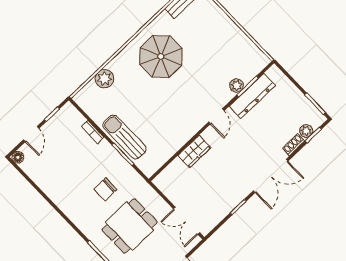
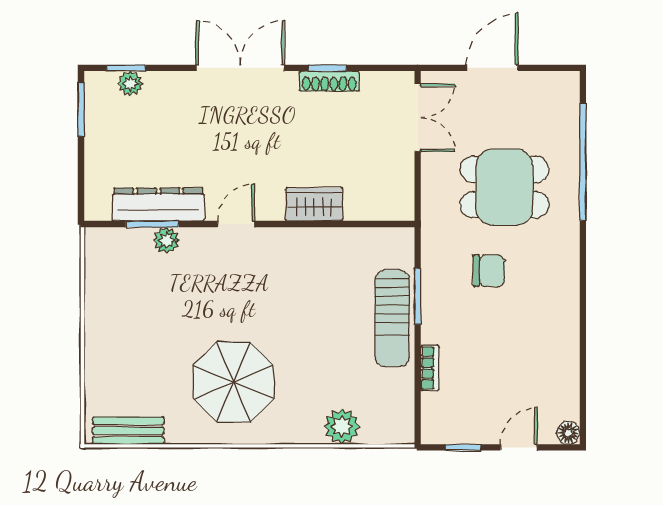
shoe rack: (294, 145) -> (329, 81), moved, width x1.43

